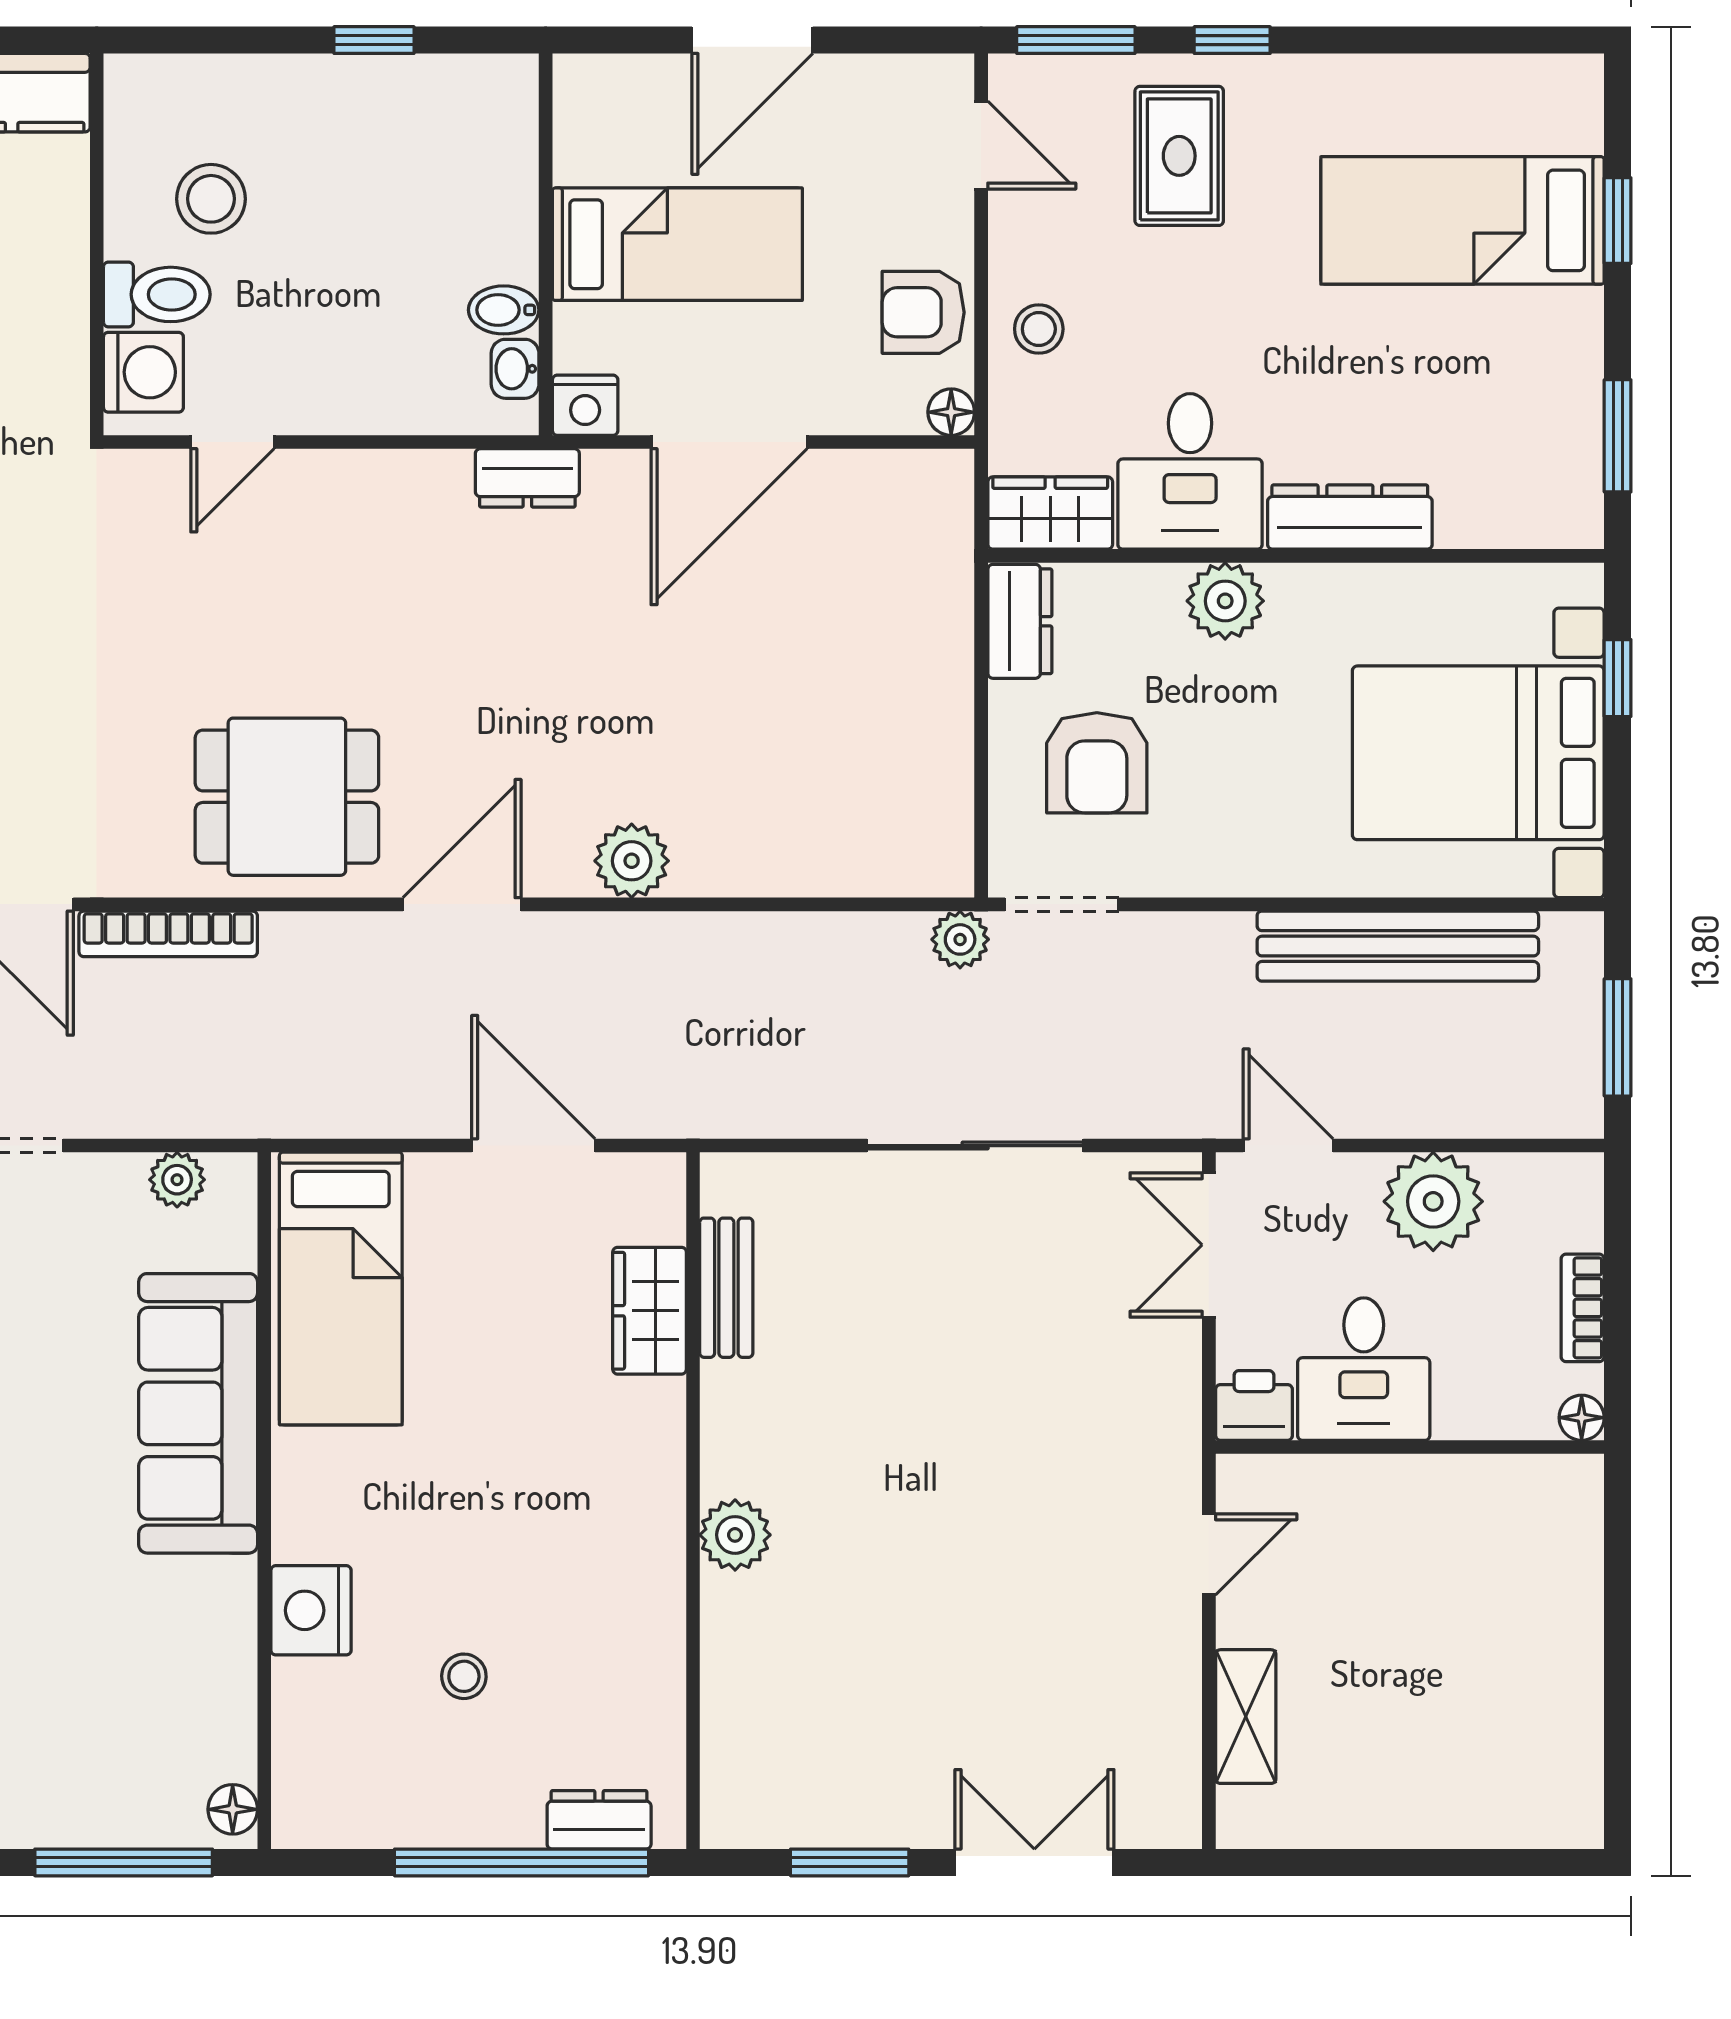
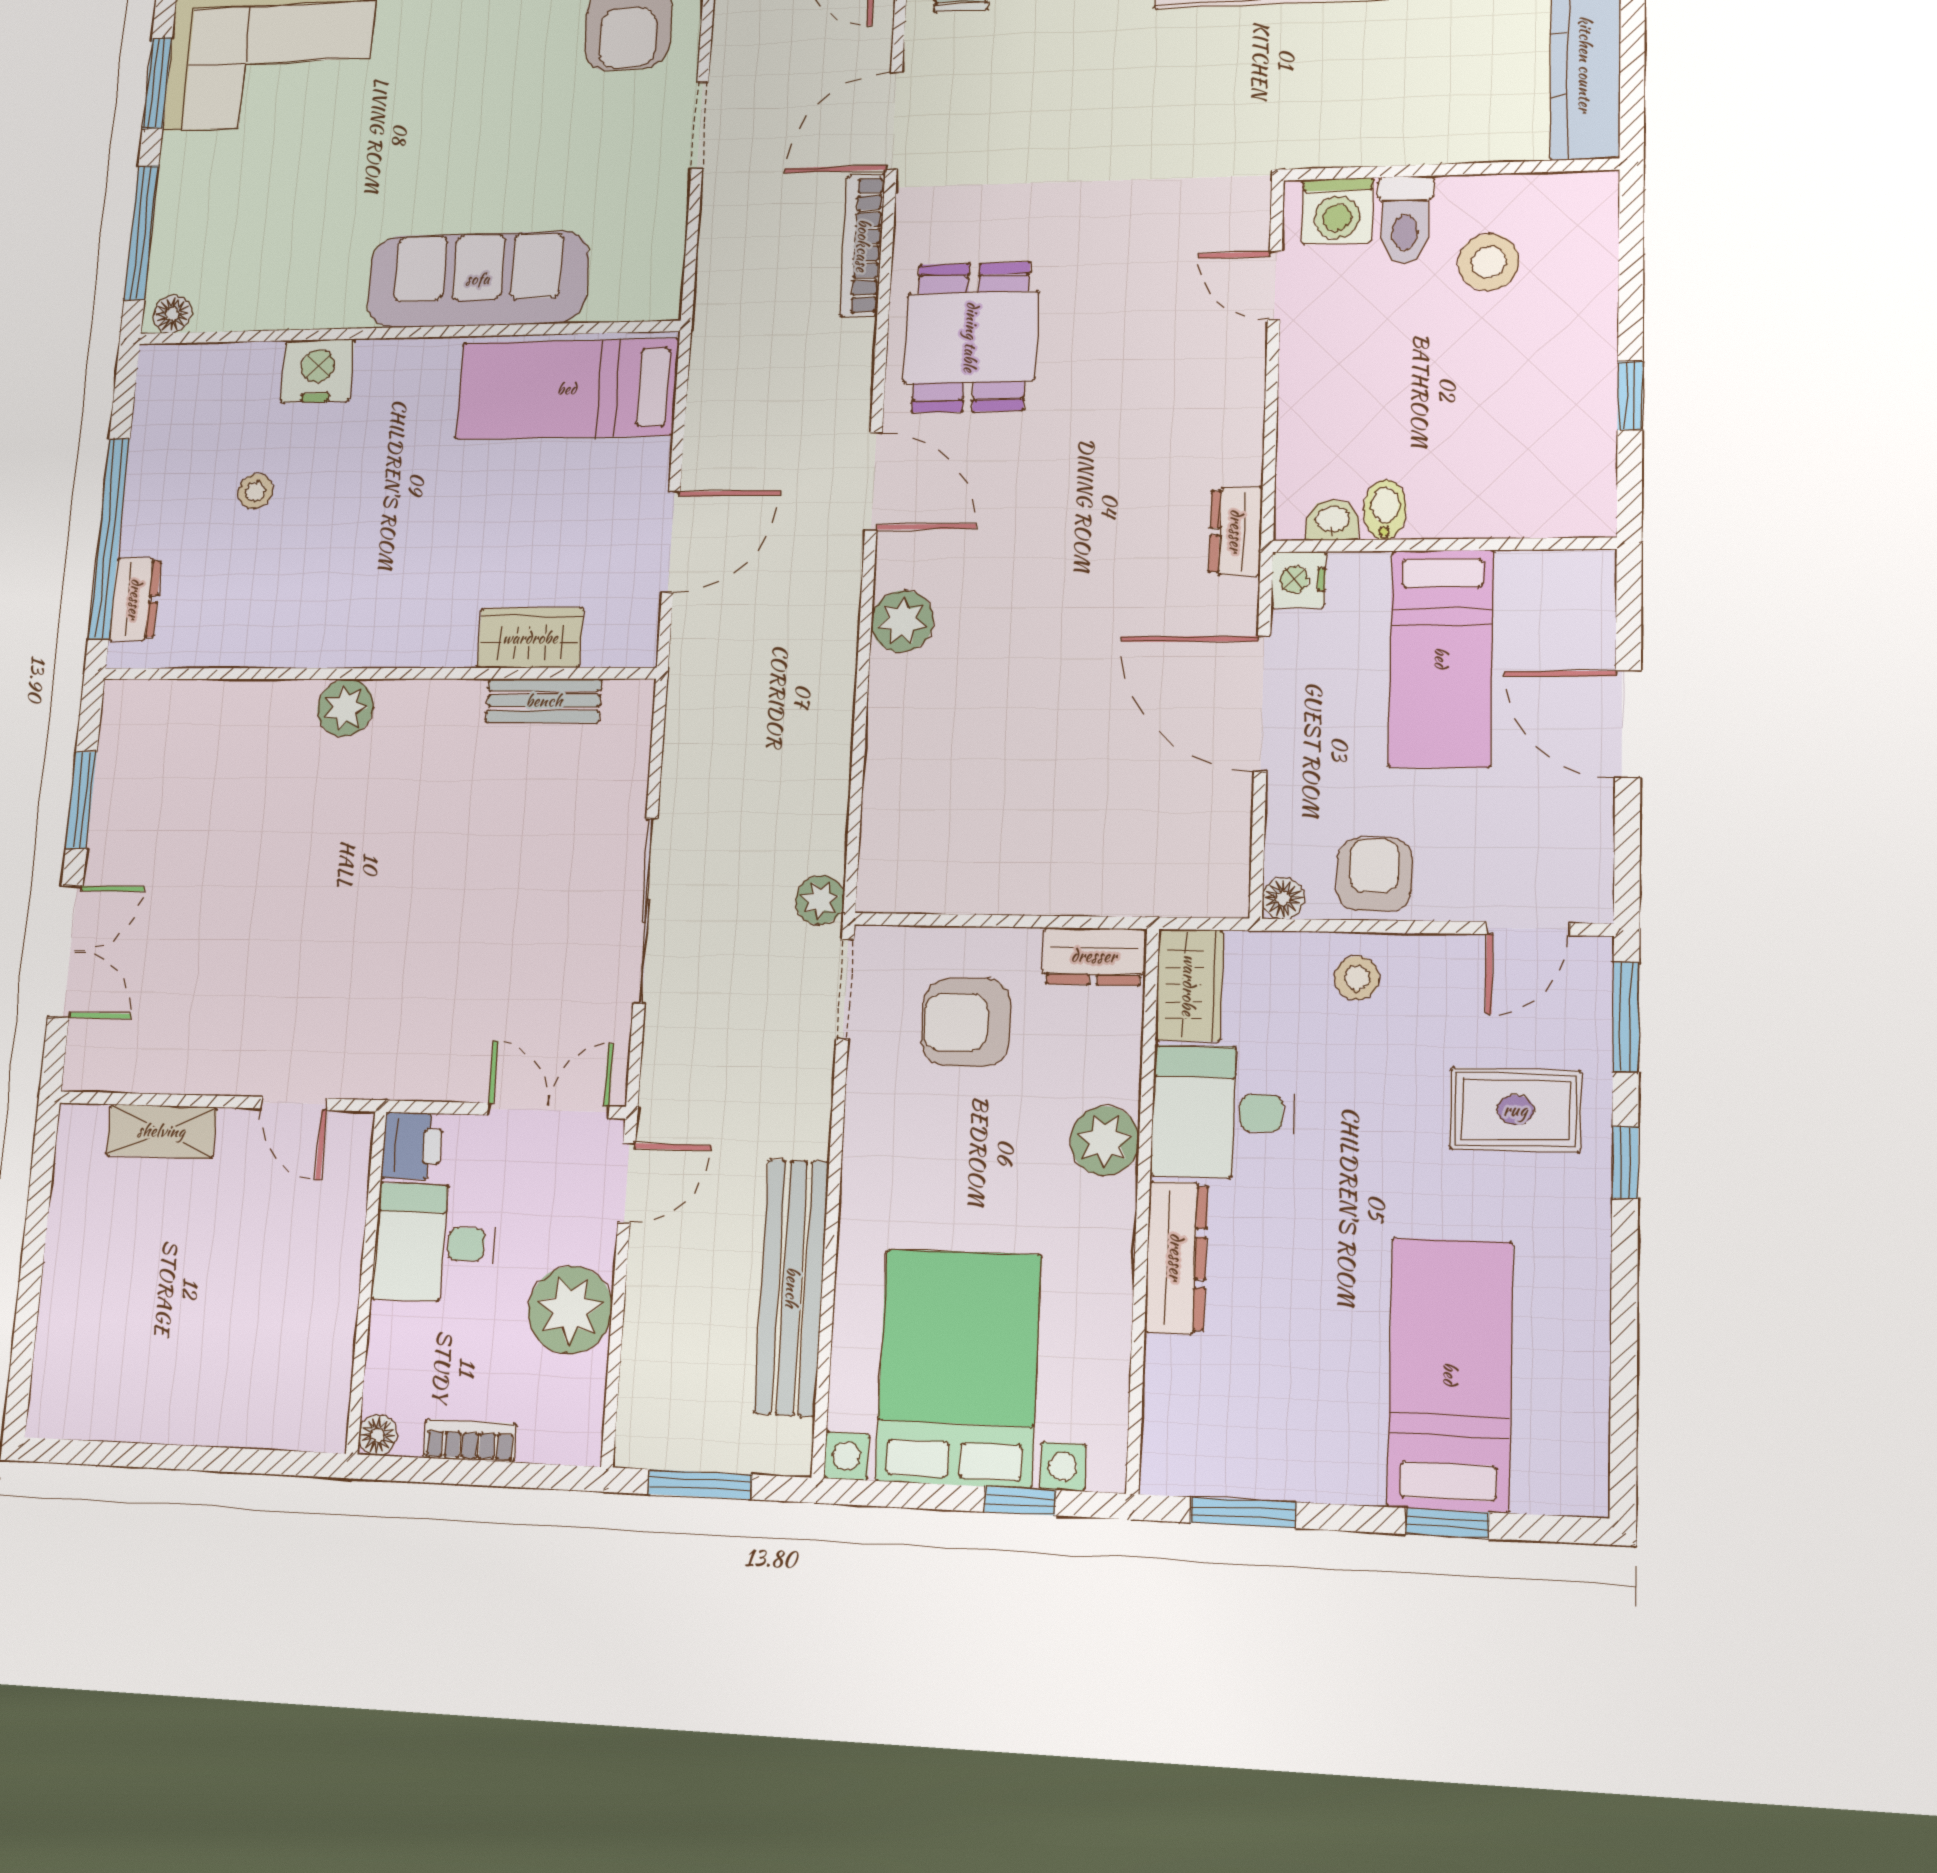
plant: (177, 1180) -> (663, 258), removed

